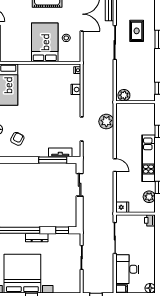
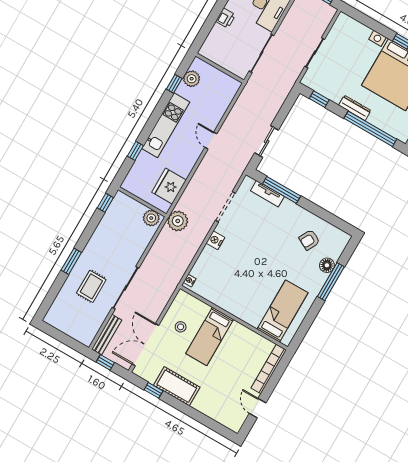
bed: (45, 42) -> (210, 336), width x0.67
nightstand: (76, 89) -> (215, 240), moved
plant: (106, 122) -> (178, 221), moved
fridge: (122, 207) -> (169, 186), moved, width x1.88, depth x1.34
printer: (150, 220) -> (226, 18), moved

